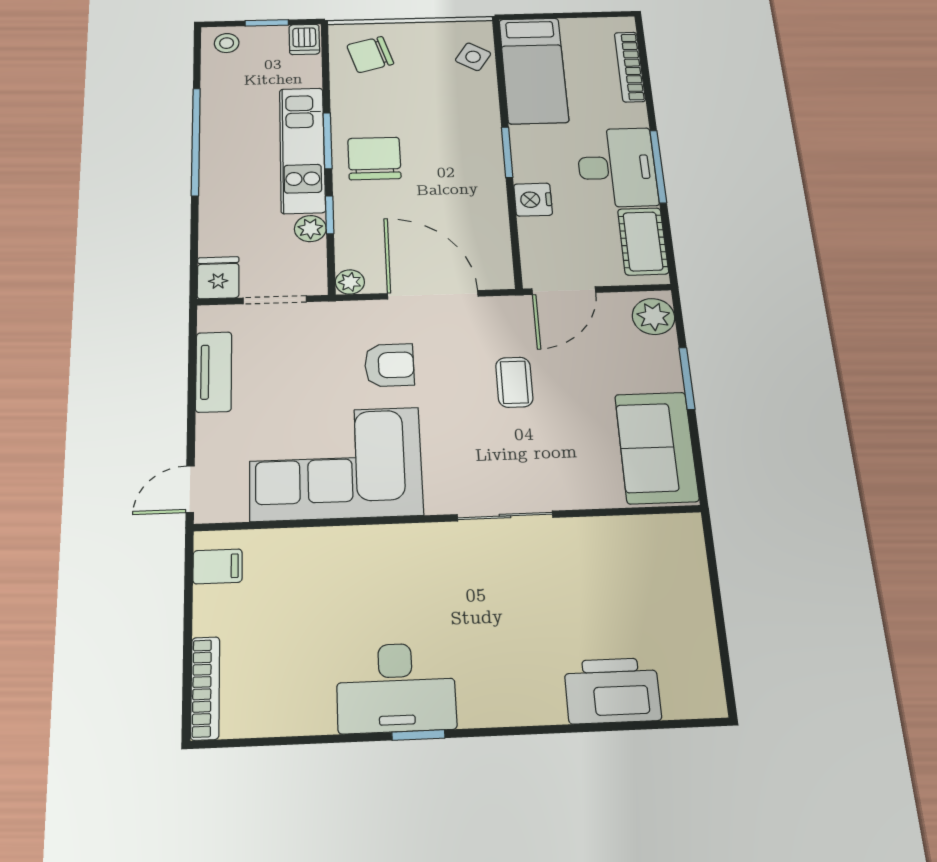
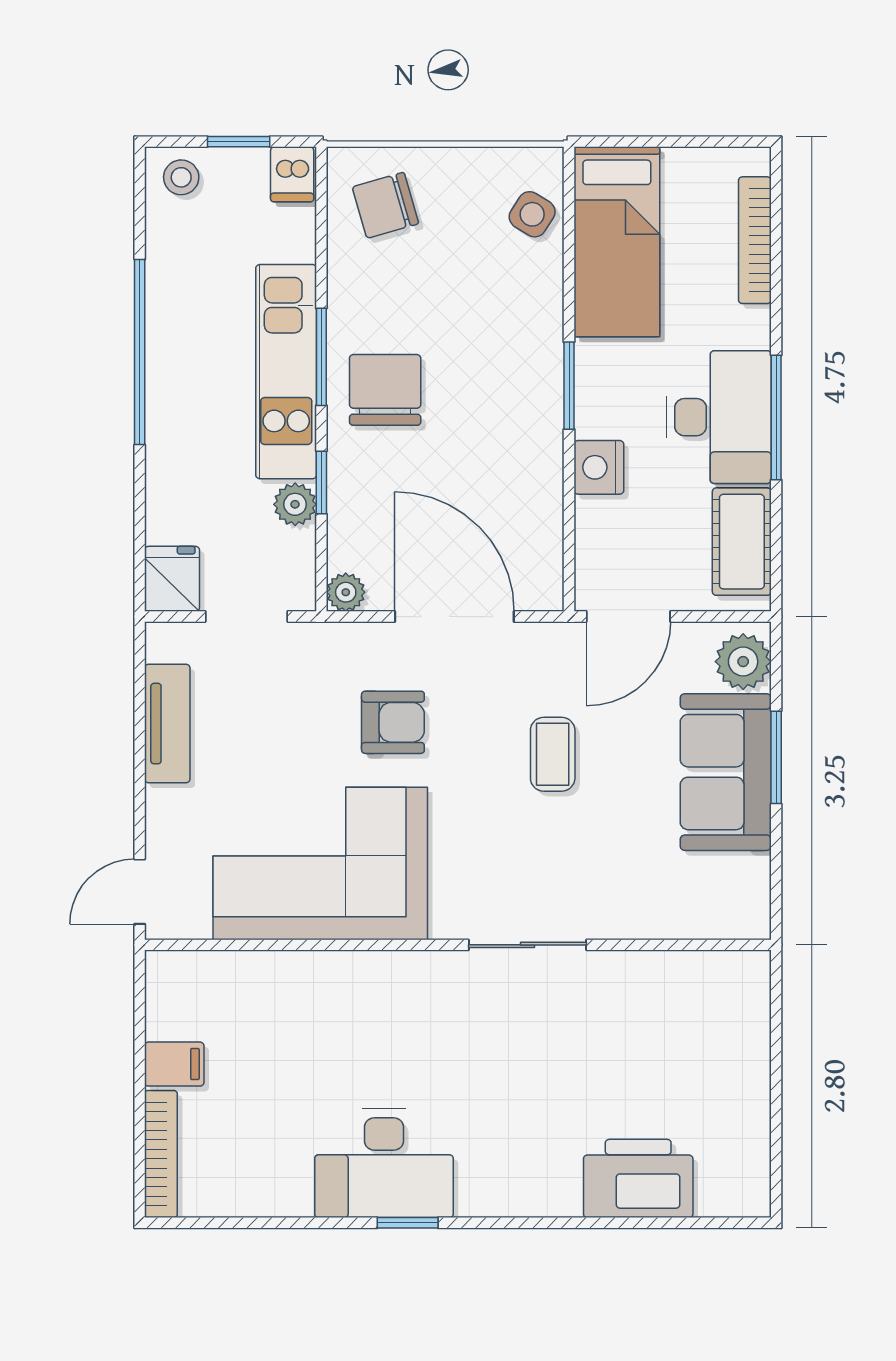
sofa: (657, 447) -> (726, 772), moved
filing cabinet: (218, 566) -> (174, 1064), moved

